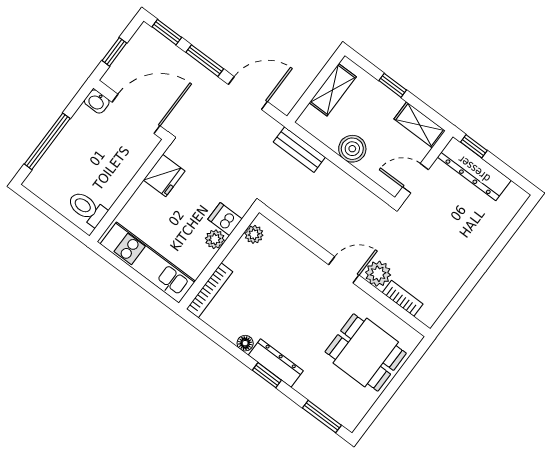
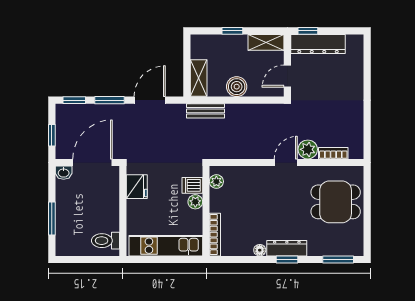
shelving: (333, 90) -> (199, 78), moved
window: (47, 141) -> (52, 218), width x0.69

